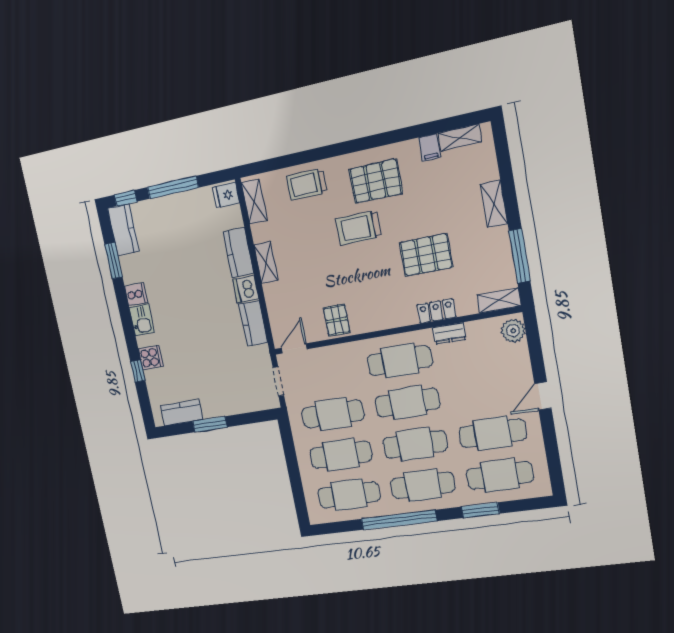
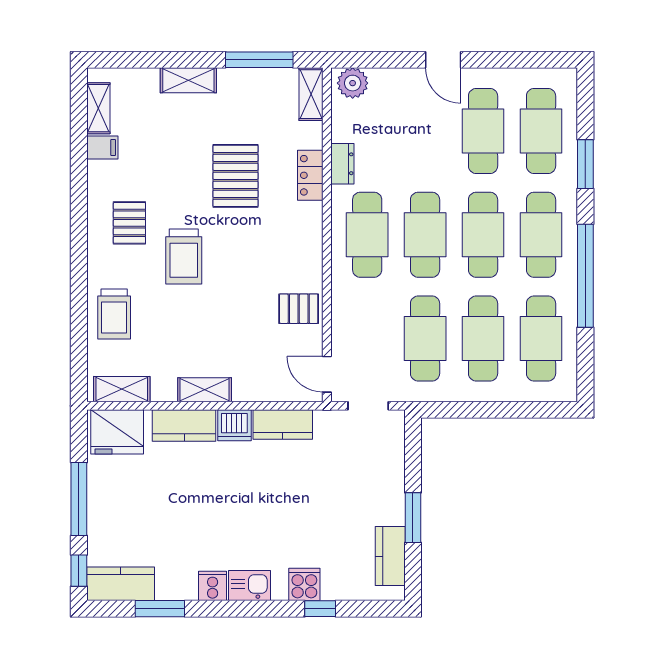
pallet: (376, 181) -> (129, 223), width x0.67, depth x0.71
fridge: (226, 195) -> (117, 432), width x1.88, depth x1.34

